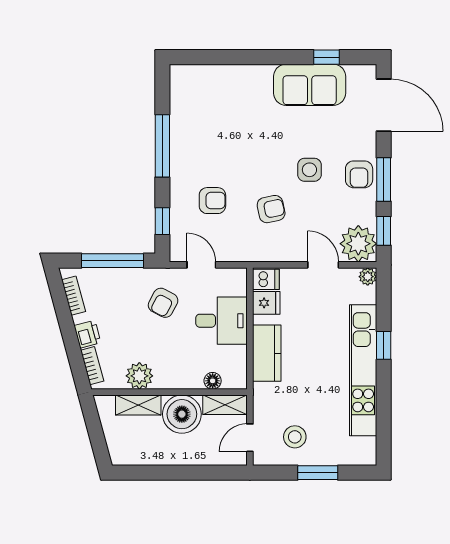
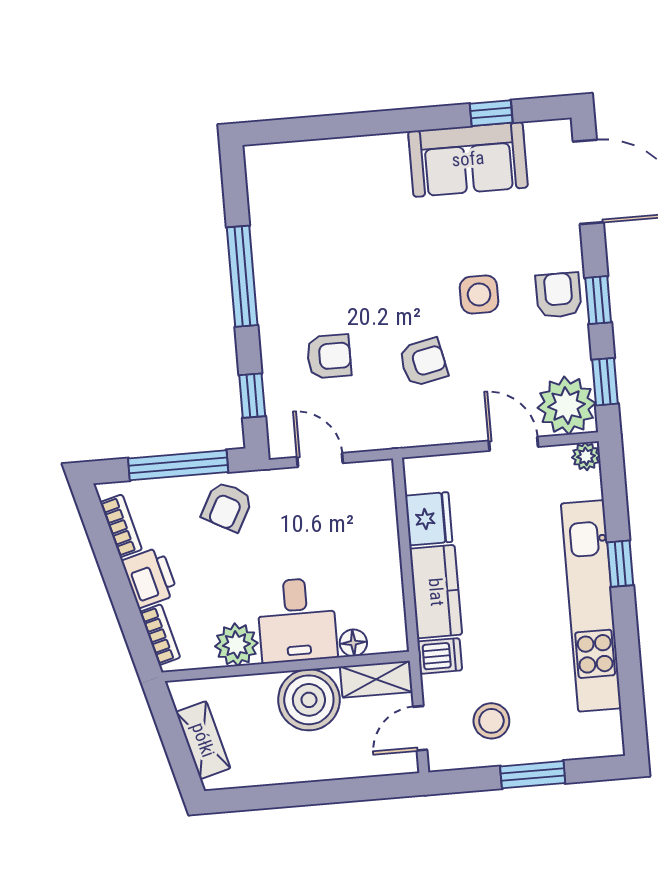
armchair: (359, 174) -> (559, 295), turned 180
window: (384, 180) -> (598, 300), width x0.67
dishwasher: (266, 279) -> (440, 656), moved
armchair: (163, 303) -> (227, 506), moved
fridge: (266, 303) -> (429, 519), width x1.38
desk: (221, 321) -> (297, 620), moved, turned 90
printer: (87, 334) -> (150, 577), width x1.36, depth x1.24
shelving: (138, 405) -> (203, 740), moved, turned 75

